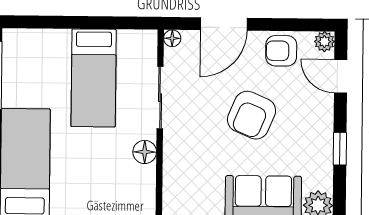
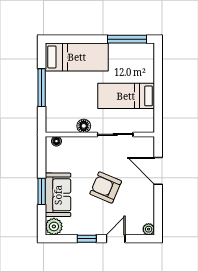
floor lamp: (172, 38) -> (56, 141), moved
armchair: (281, 51) -> (143, 204), removed
door: (341, 76) -> (116, 239), moved

